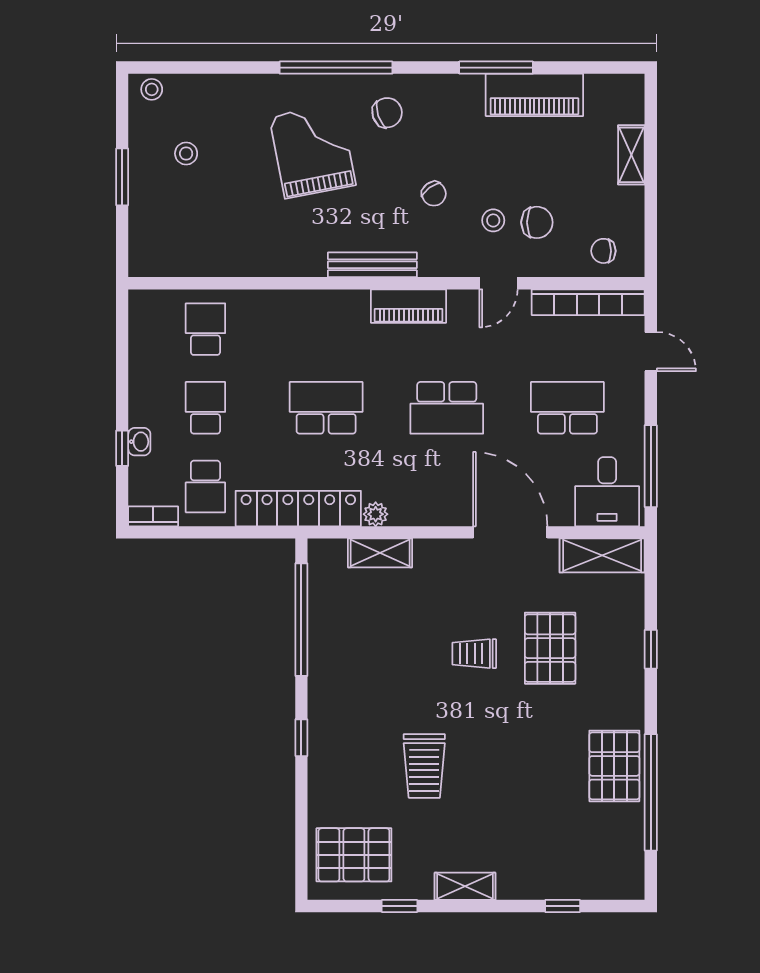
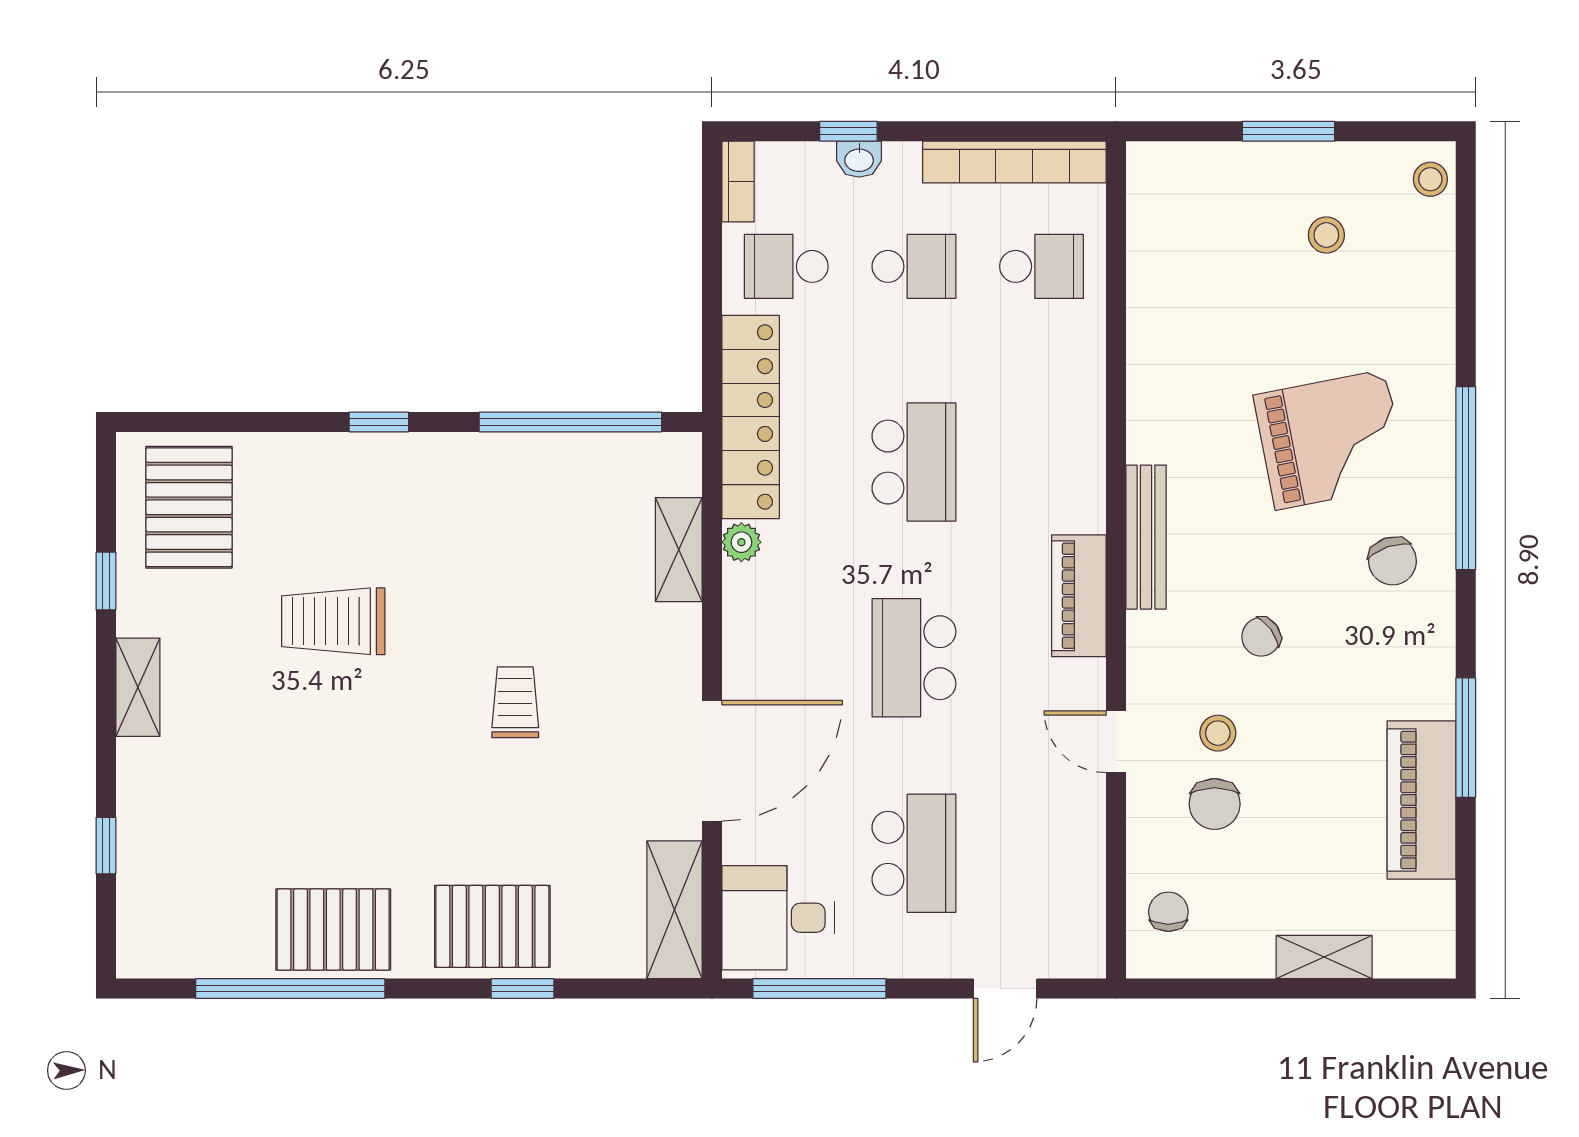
bookcase: (588, 302) -> (1014, 162), moved, turned -90
pallet: (550, 648) -> (492, 926), moved

